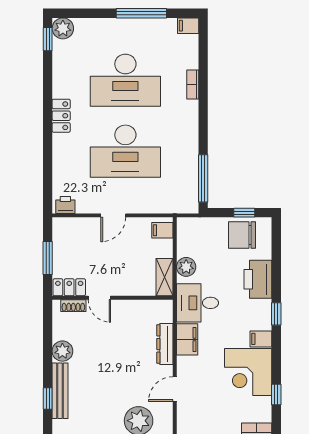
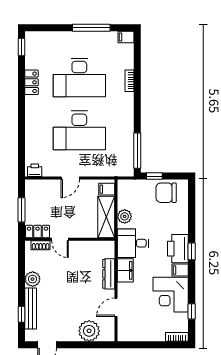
plant: (63, 28) -> (33, 39), removed
locker: (61, 116) -> (32, 82), moved
window: (244, 213) -> (154, 176), moved
shelving: (165, 277) -> (106, 217), width x1.50, depth x1.33
printer: (258, 279) -> (178, 249), moved

